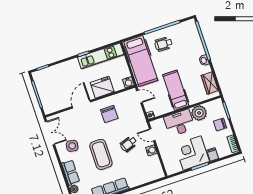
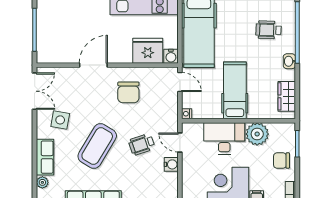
wheelchair: (163, 44) -> (269, 30), moved
fridge: (102, 87) -> (148, 51), moved
coffee table: (101, 154) -> (97, 146), turned 31

